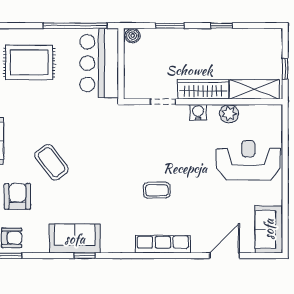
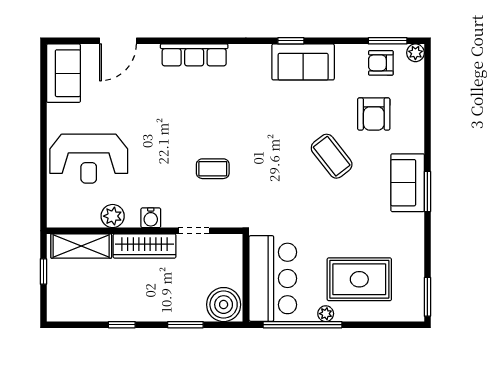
plant: (56, 35) -> (326, 314), added
boiler: (133, 36) -> (224, 305), width x1.86, depth x1.86
coffee table: (157, 190) -> (213, 169), moved

